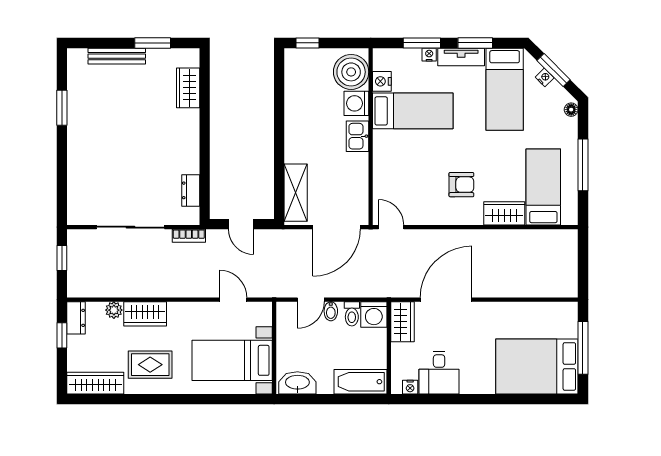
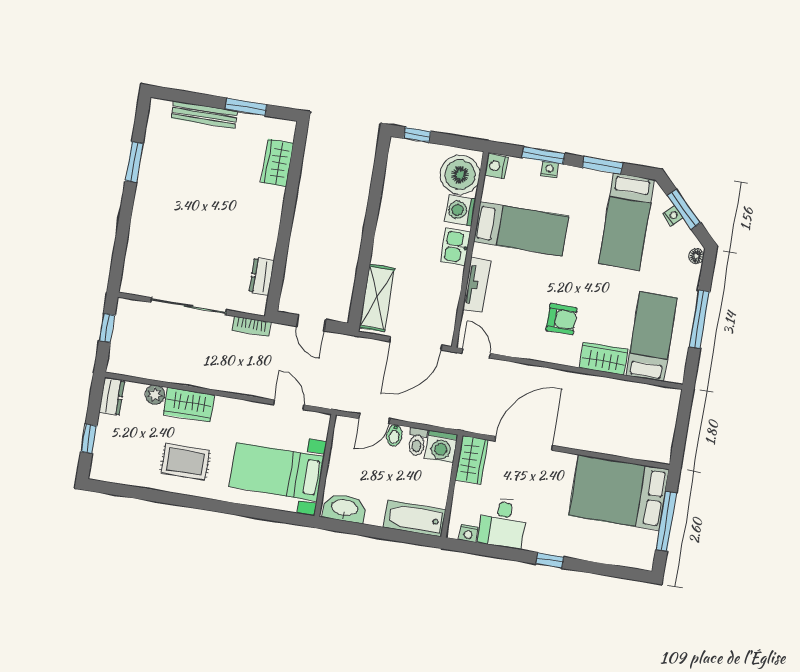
tv unit: (461, 57) -> (477, 285), moved, turned -90
nightstand: (382, 81) -> (496, 166), moved
window: (62, 335) -> (89, 439), moved
bed: (537, 366) -> (619, 492), moved
wardrobe: (95, 383) -> (121, 472), removed
window: (486, 399) -> (550, 560), added

